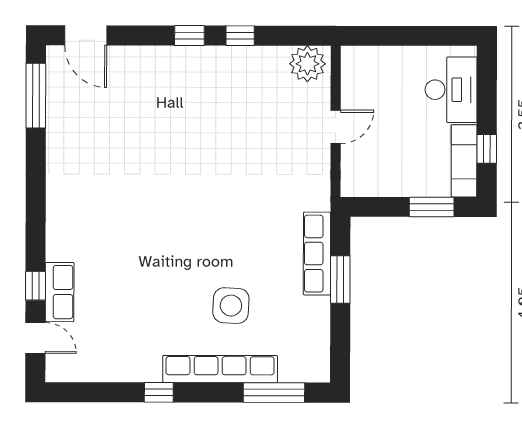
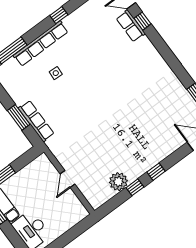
plant: (307, 64) -> (118, 182), moved
side table: (231, 306) -> (56, 73), width x0.54, depth x0.54

